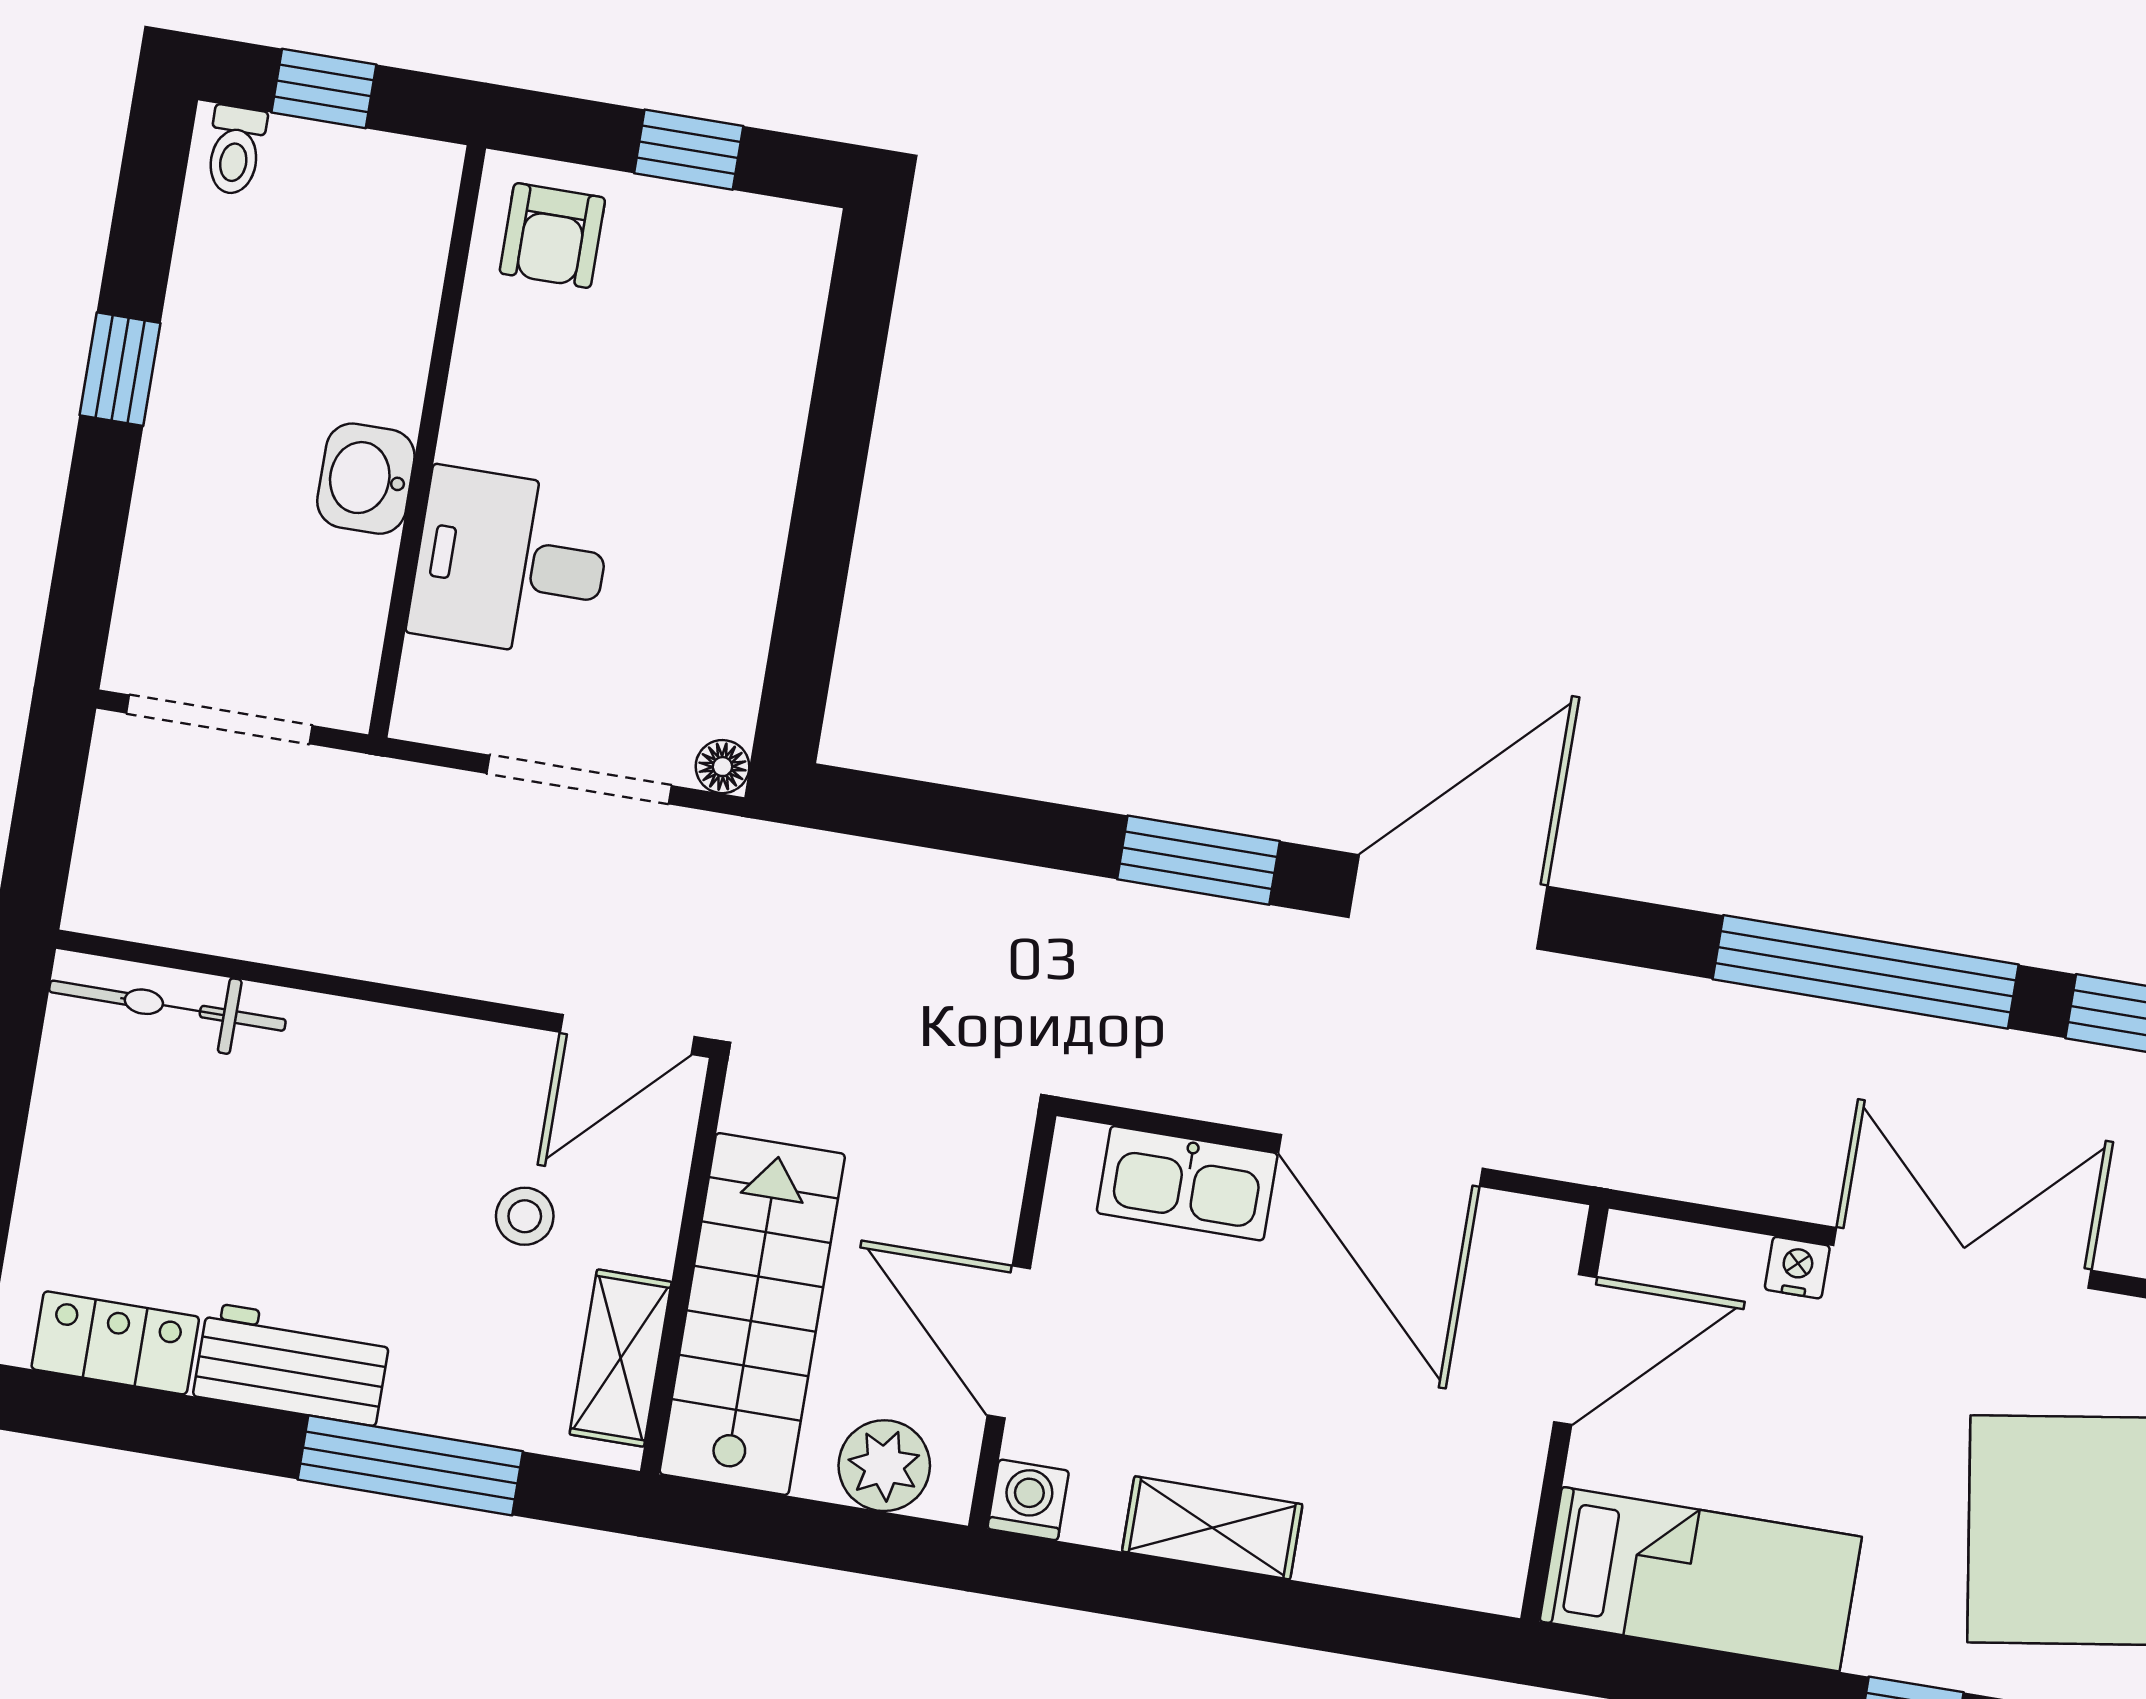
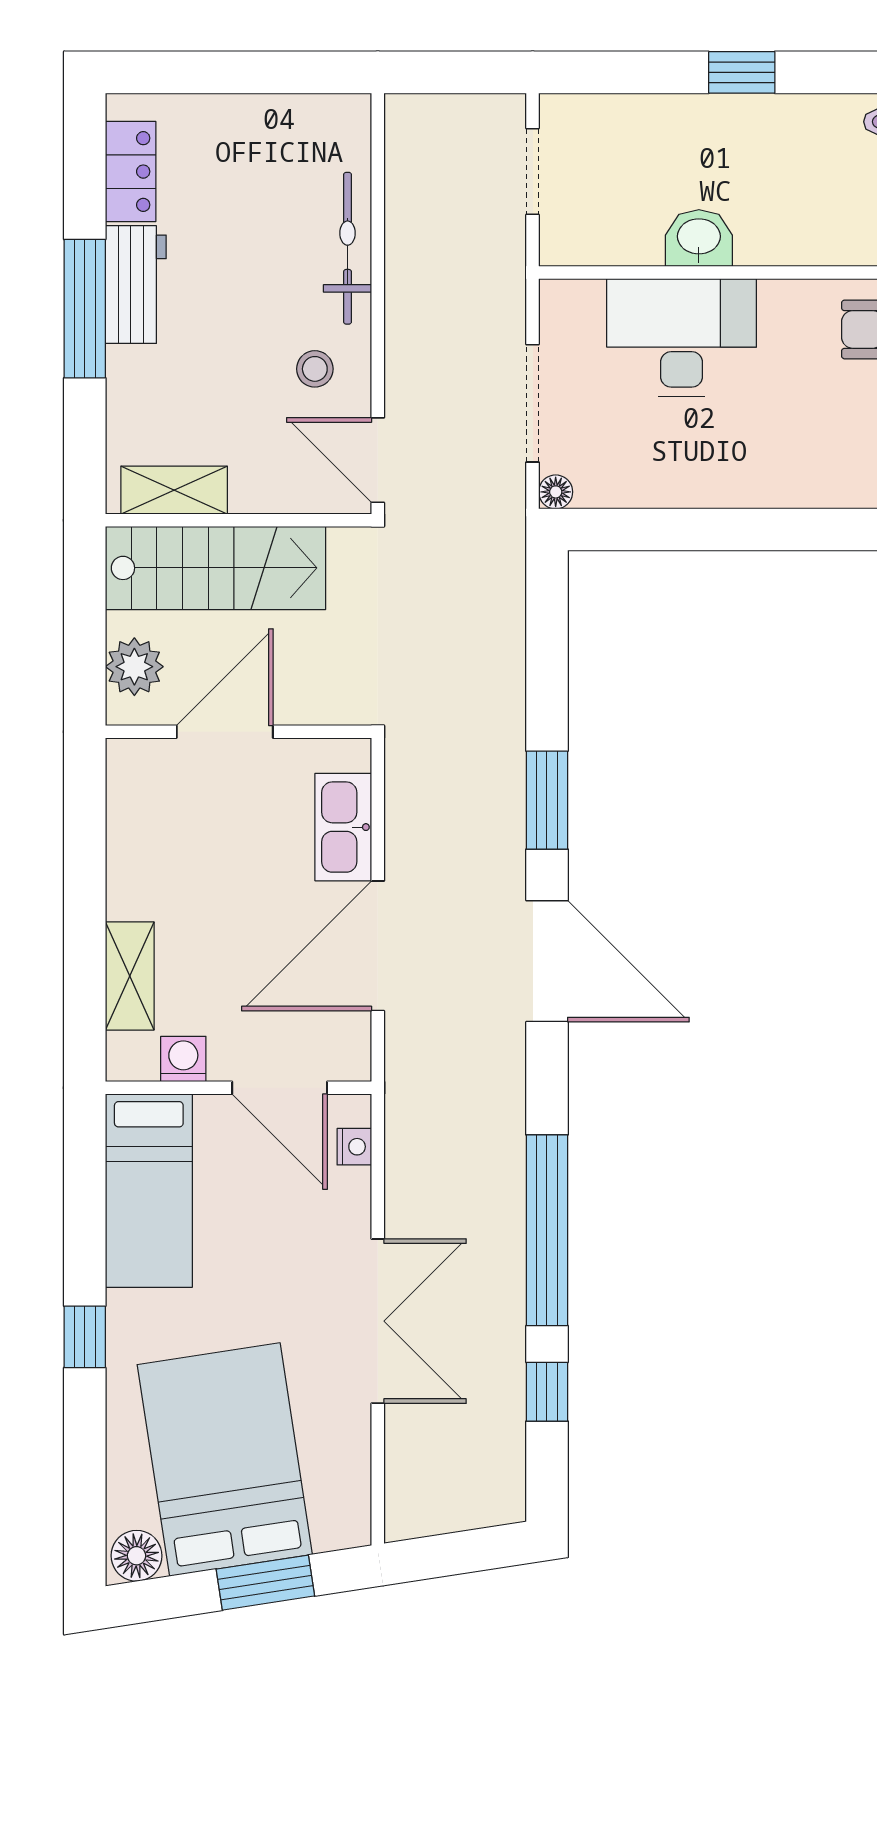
desk: (511, 563) -> (681, 338), width x1.37
doorway: (219, 719) -> (533, 171), width x0.73
bicycle: (167, 1006) -> (348, 248), moved
stool: (525, 1216) -> (315, 369), moved
nightstand: (1797, 1268) -> (354, 1147), moved
window: (410, 1465) -> (85, 309), moved
washing machine: (1028, 1500) -> (183, 1059), moved, turned -90
shelving: (1212, 1528) -> (130, 976), moved

